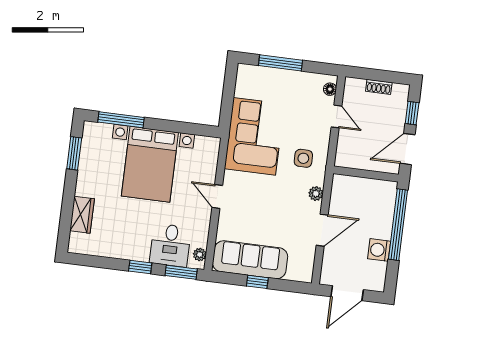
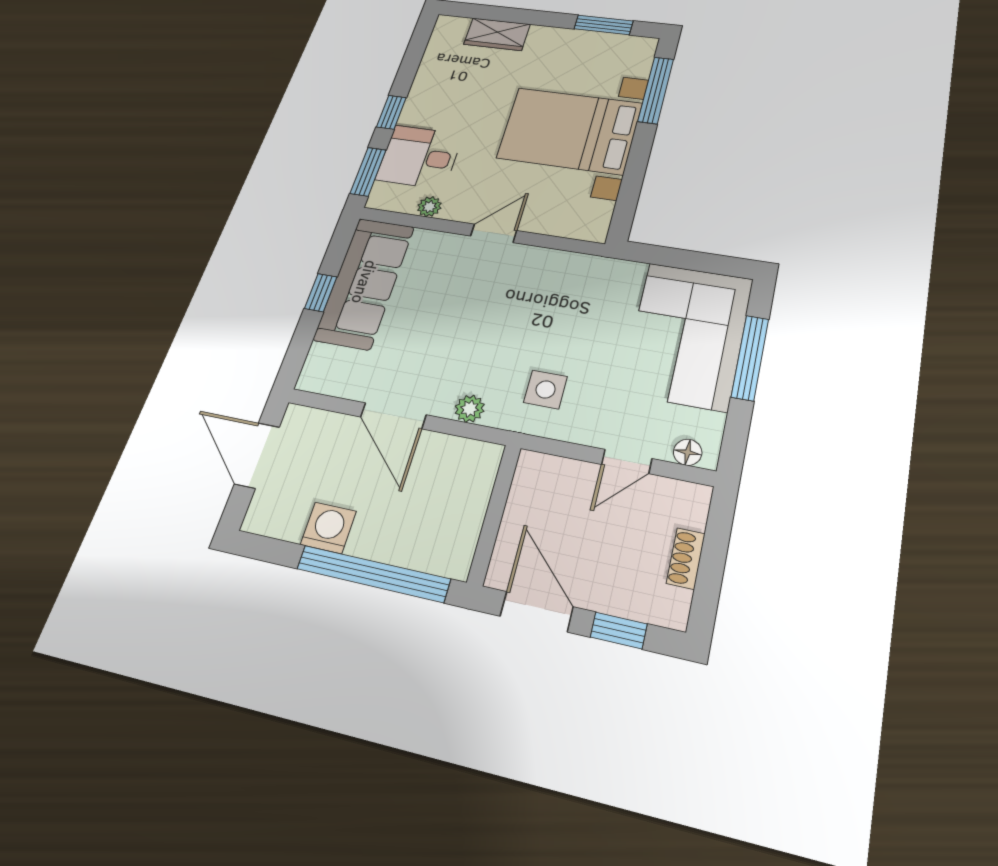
corner sofa: (254, 136) -> (687, 335), moved, turned 90
plant: (200, 255) -> (429, 207), moved

